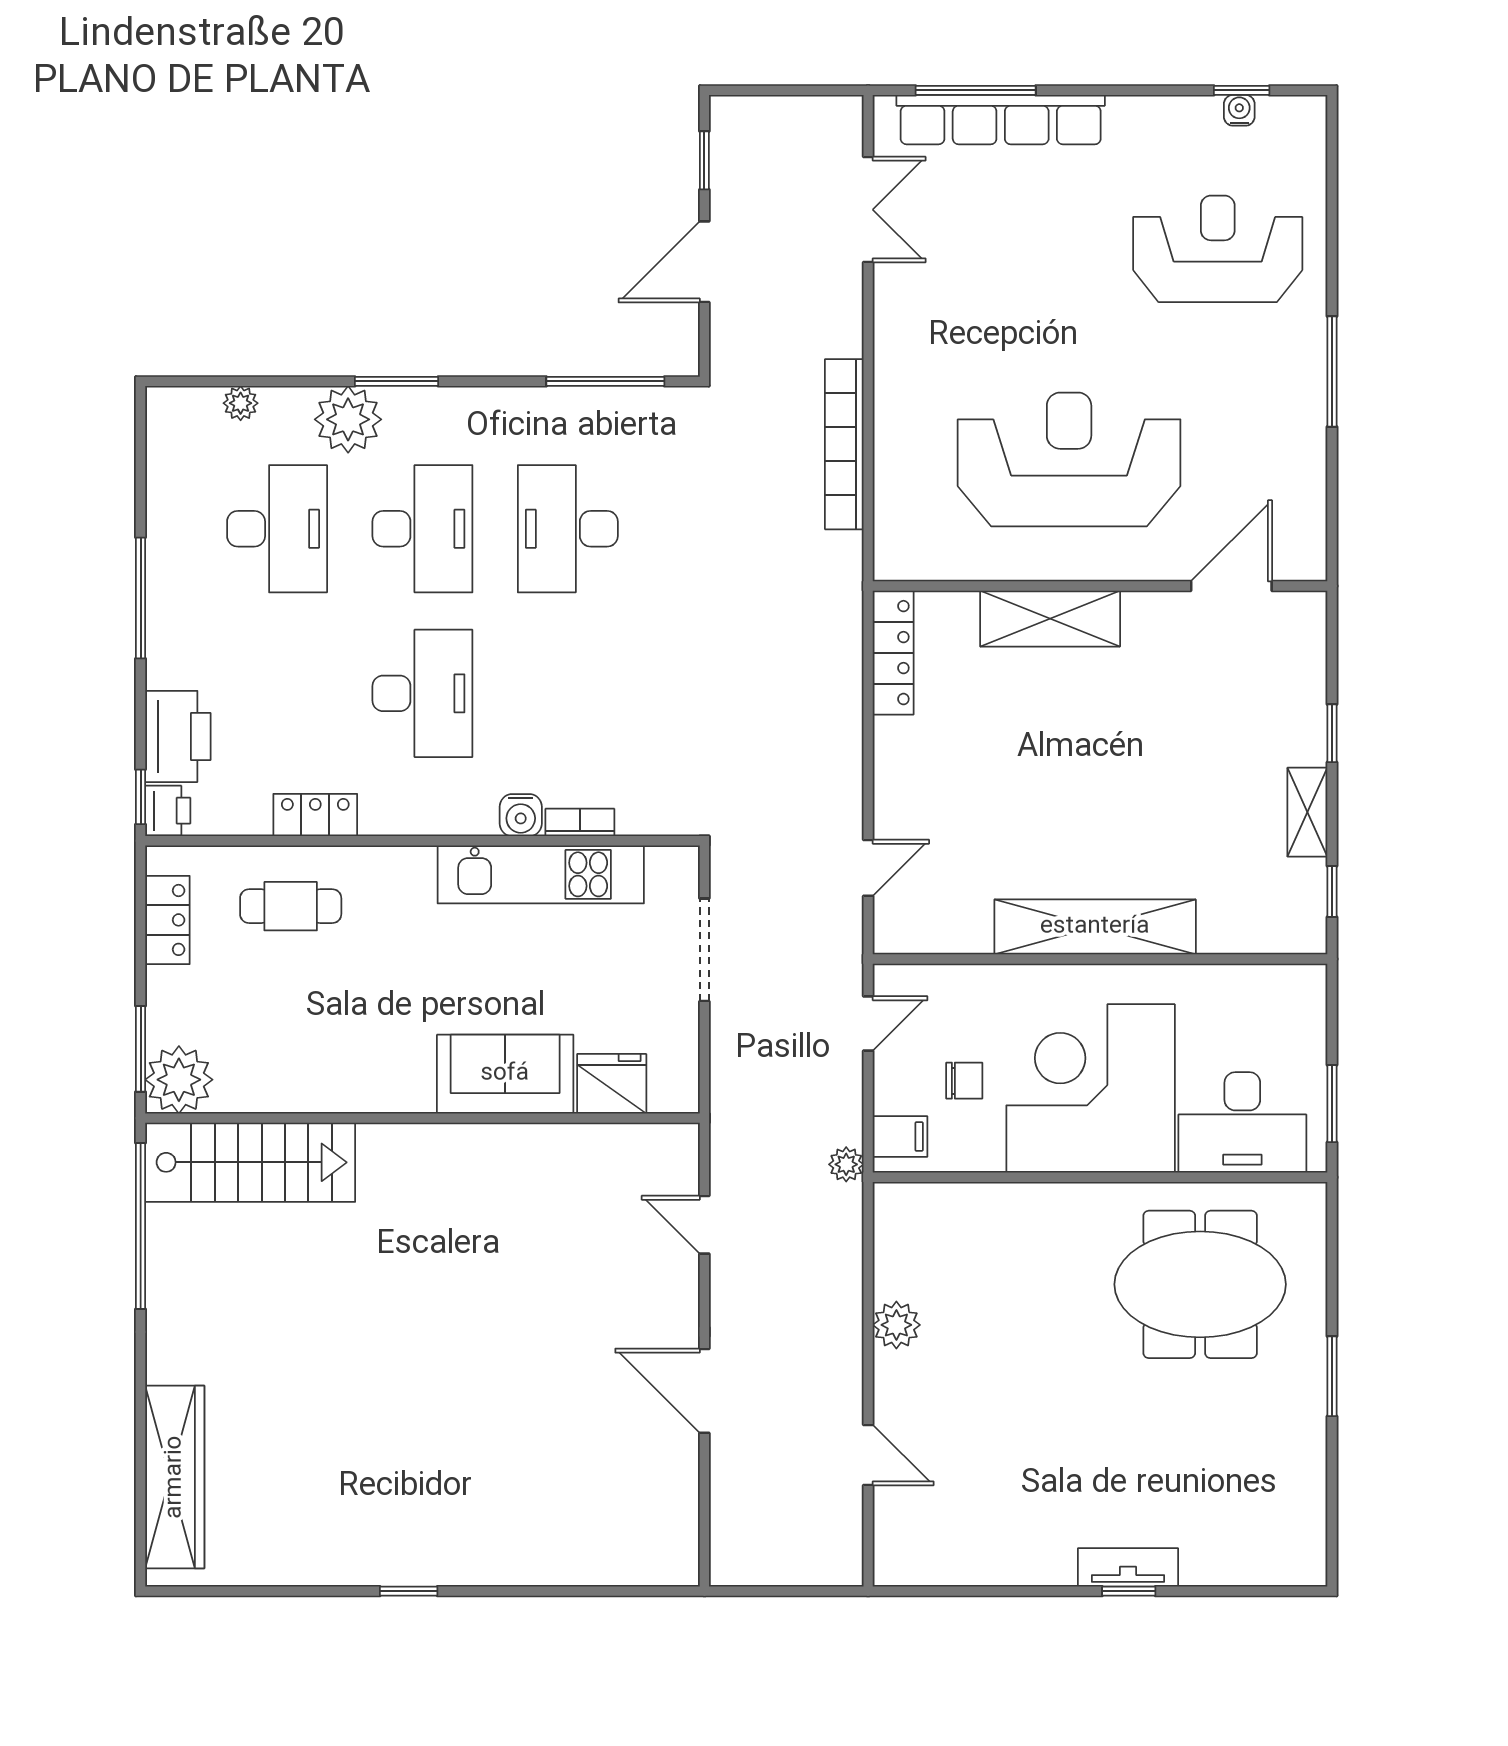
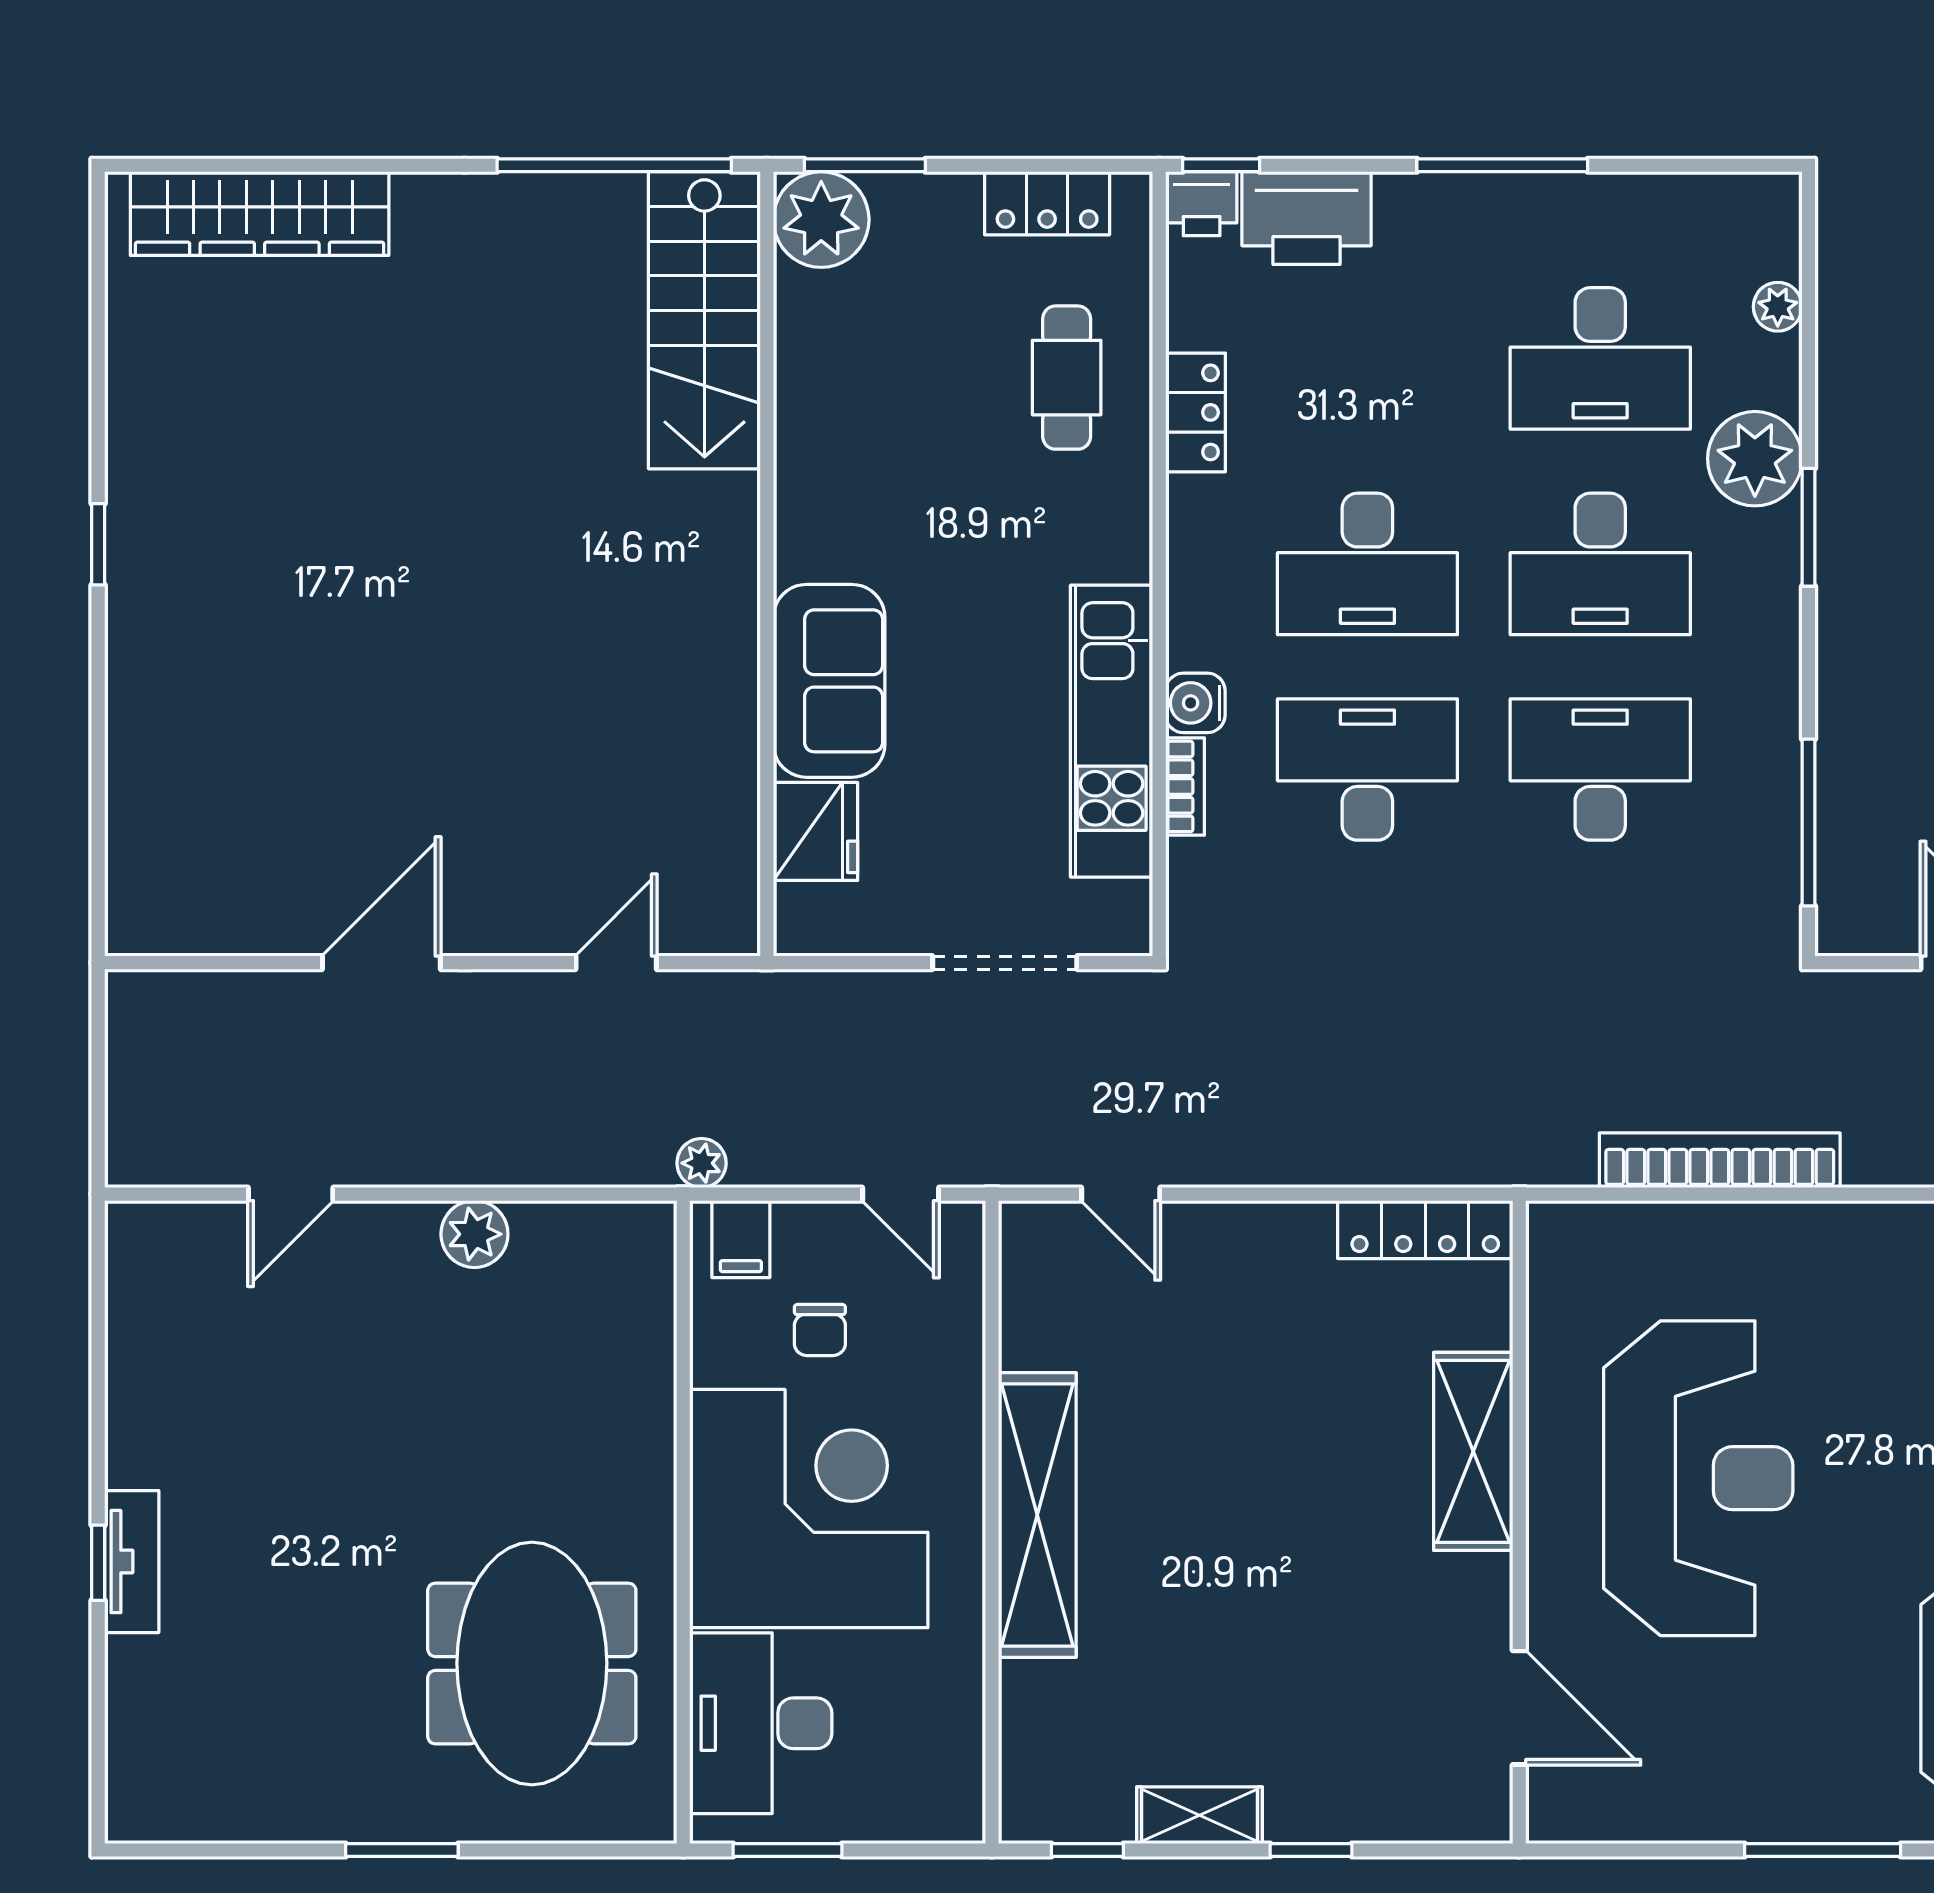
desk: (568, 693) -> (1367, 770), added

